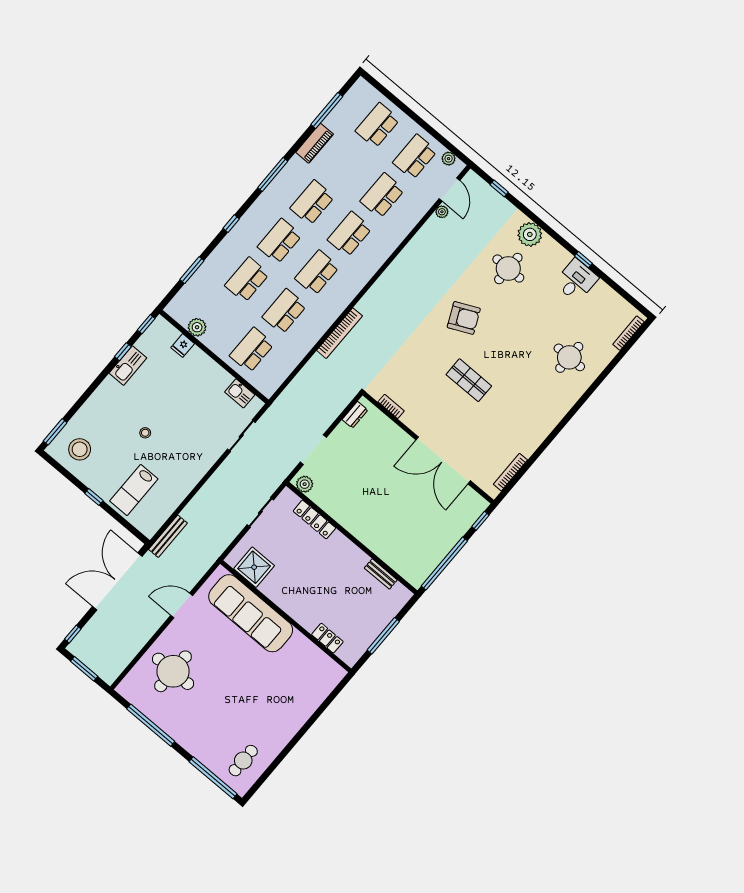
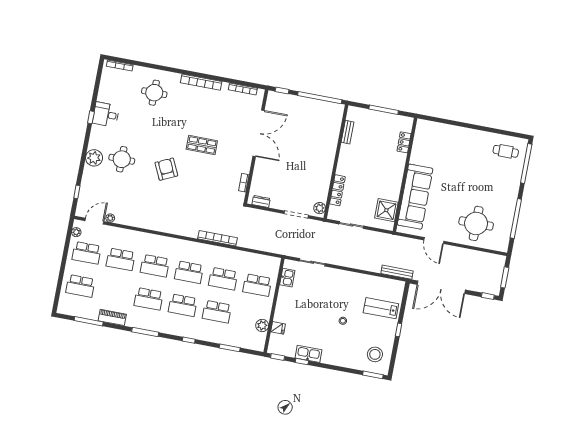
shop shelf: (469, 380) -> (202, 145), turned 90
bookcase: (549, 424) -> (201, 82), added
lab bench: (134, 490) -> (381, 308), turned 180

